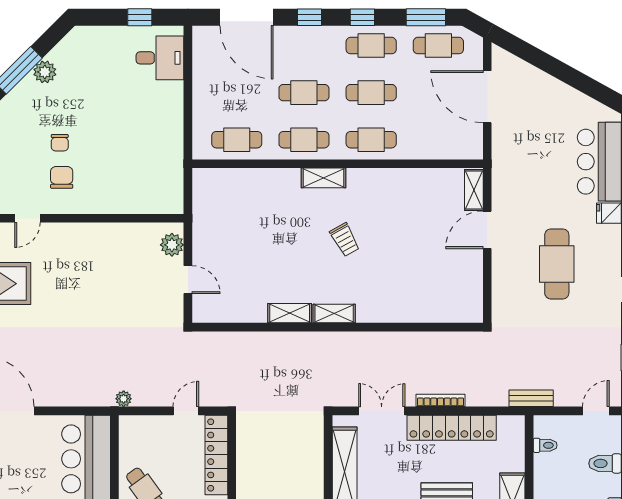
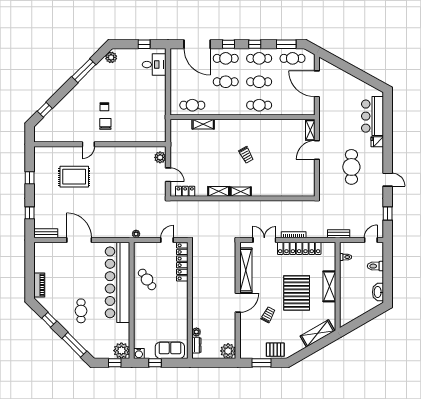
plant: (45, 72) -> (111, 57), moved
cafe table: (304, 140) -> (226, 58), moved
shelving: (323, 178) -> (203, 124), moved
locker: (222, 313) -> (185, 191), added

